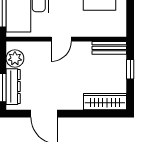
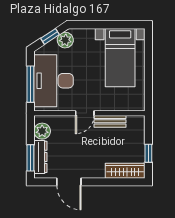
bench: (109, 48) -> (110, 121), moved
window: (130, 69) -> (148, 153), moved

